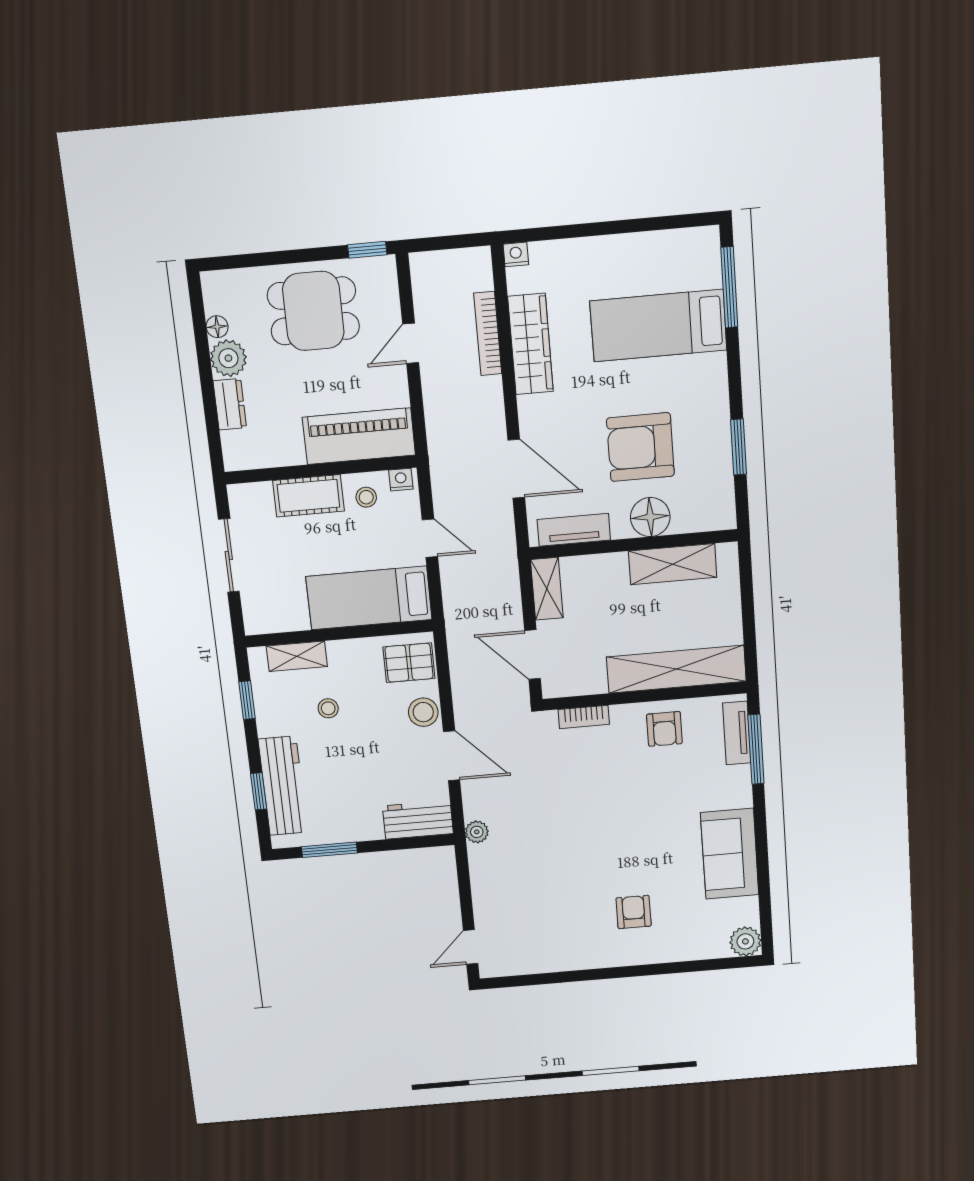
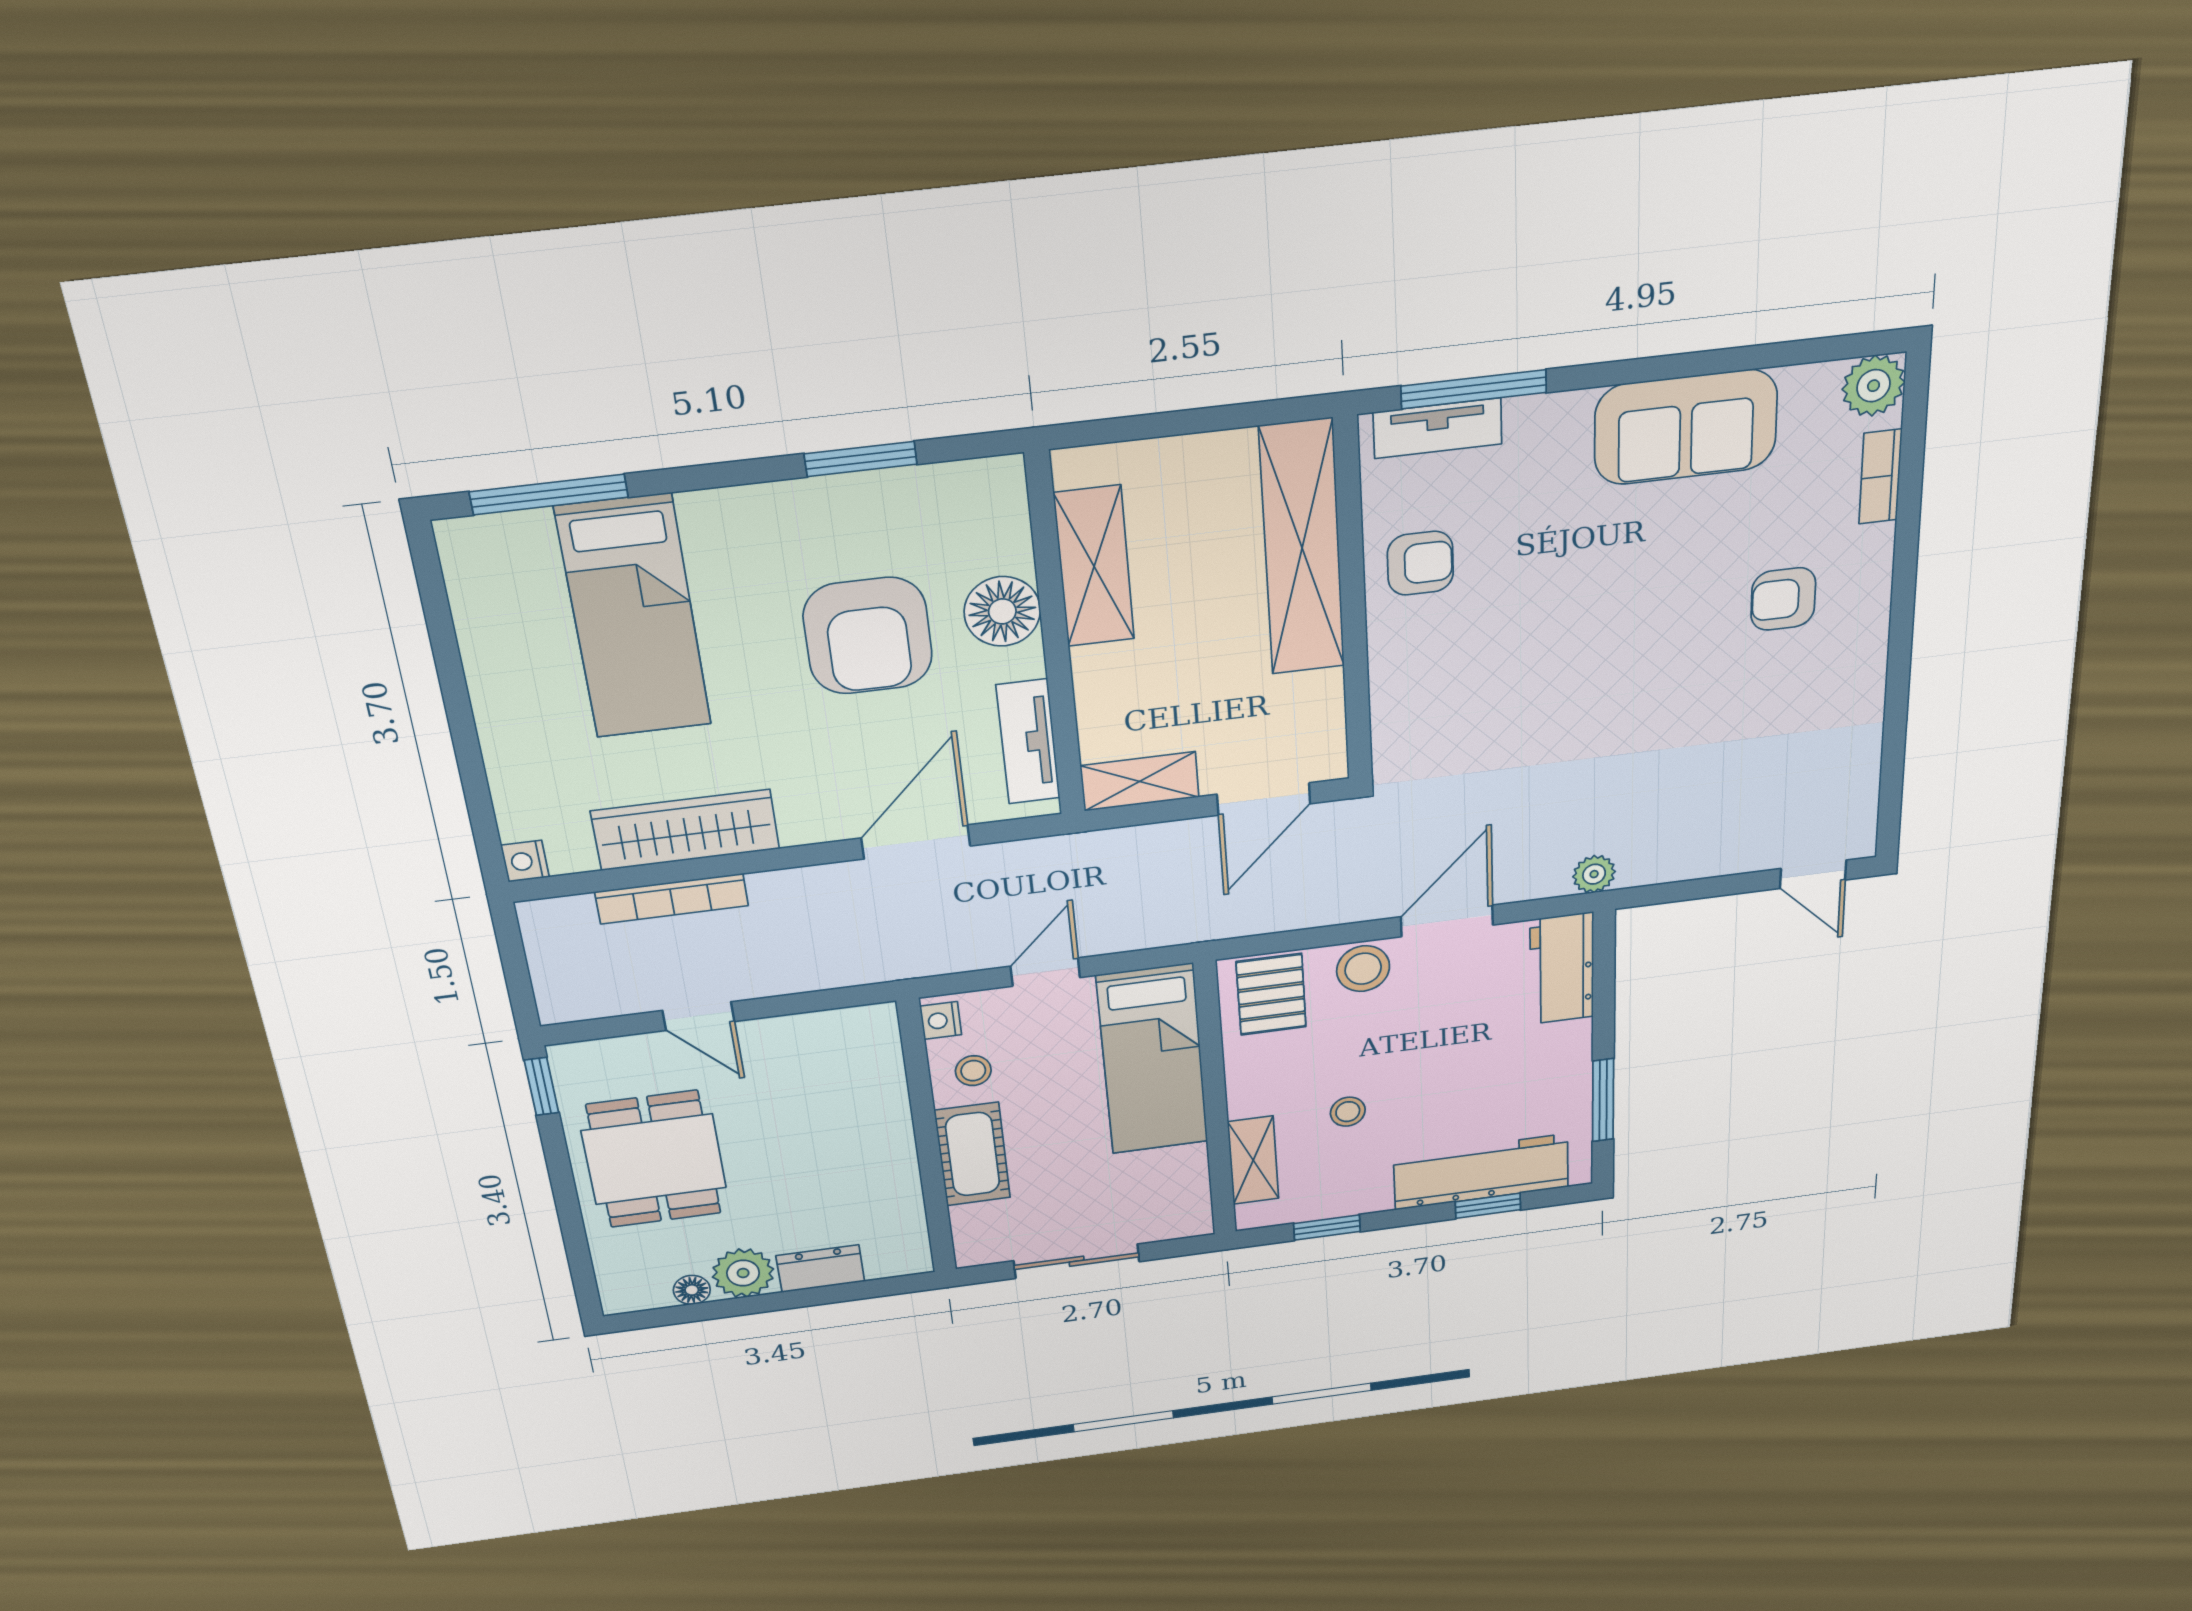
piano: (359, 436) -> (866, 1086), removed
bookcase: (584, 717) -> (1880, 477), moved, turned 180

